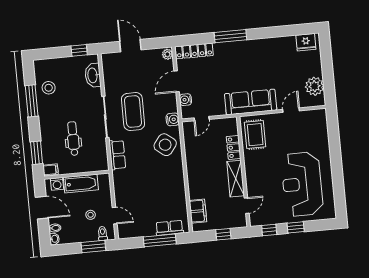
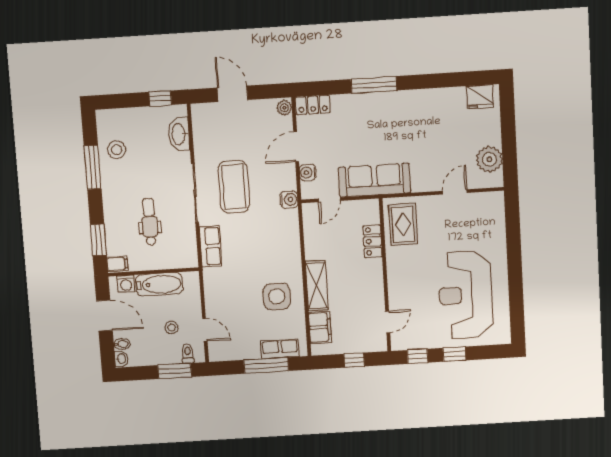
locker: (194, 51) -> (313, 105), width x0.66
sofa: (251, 102) -> (374, 180), moved
side table: (165, 145) -> (277, 296), moved, turned -38
shelving: (236, 179) -> (317, 286), moved

